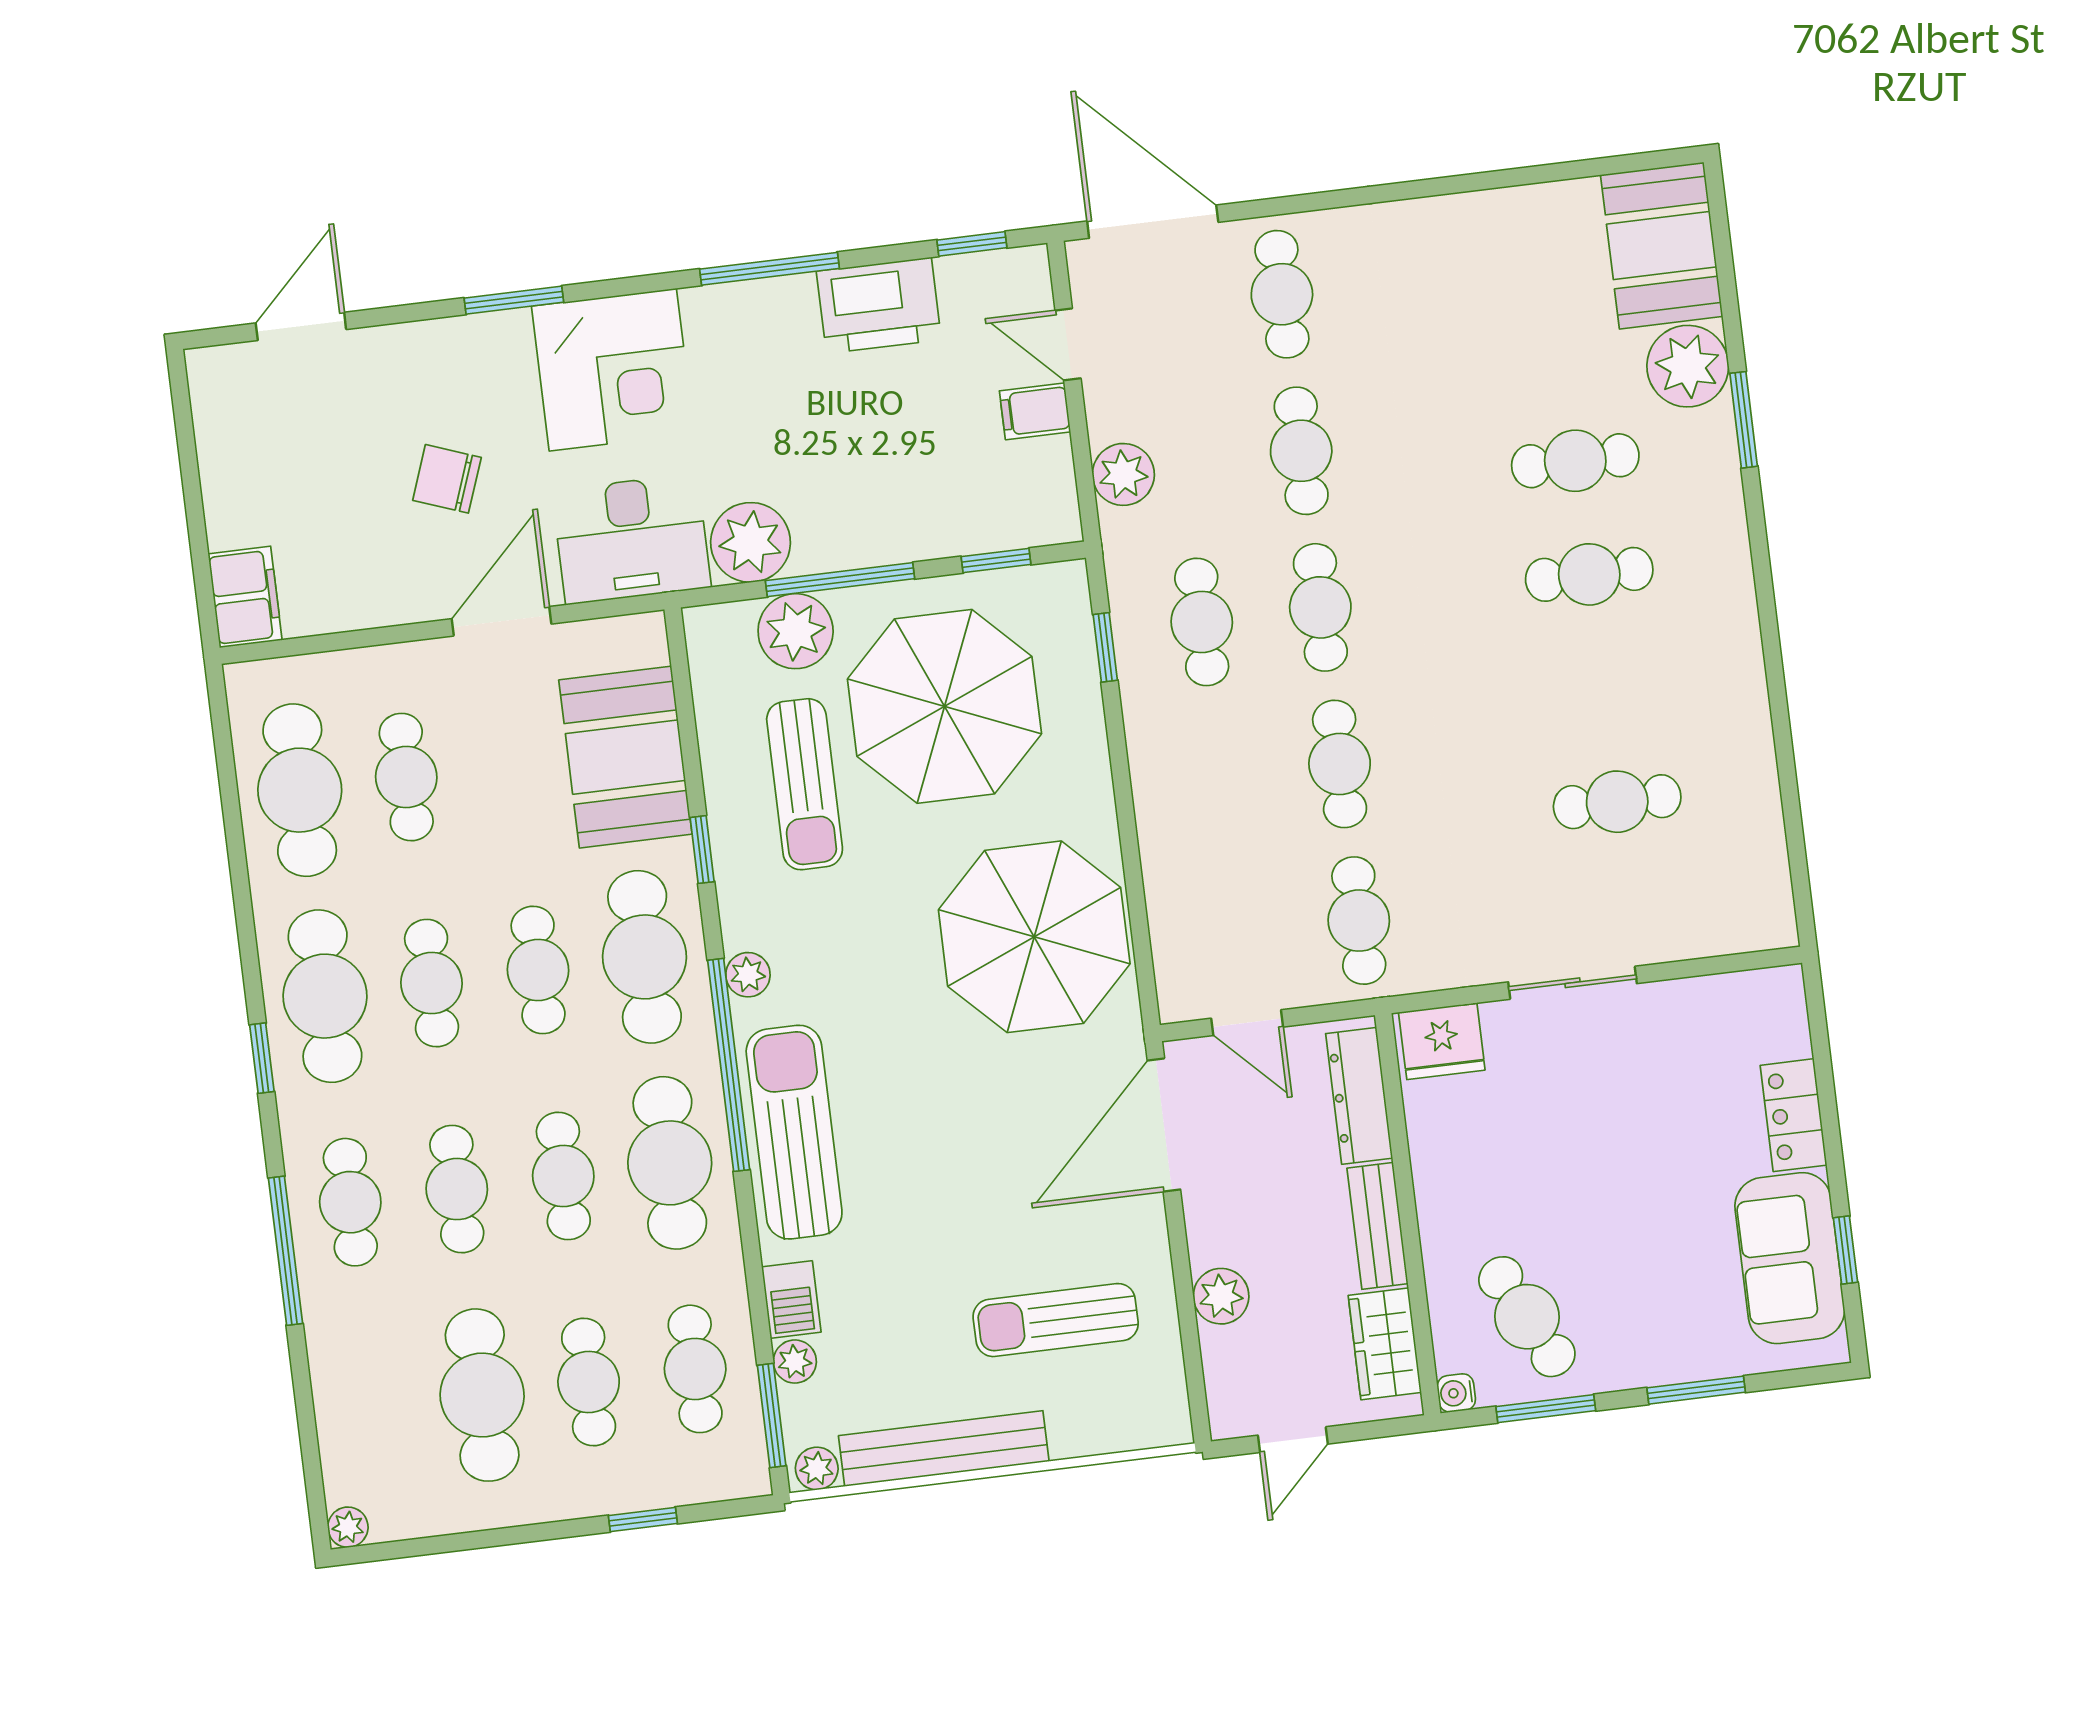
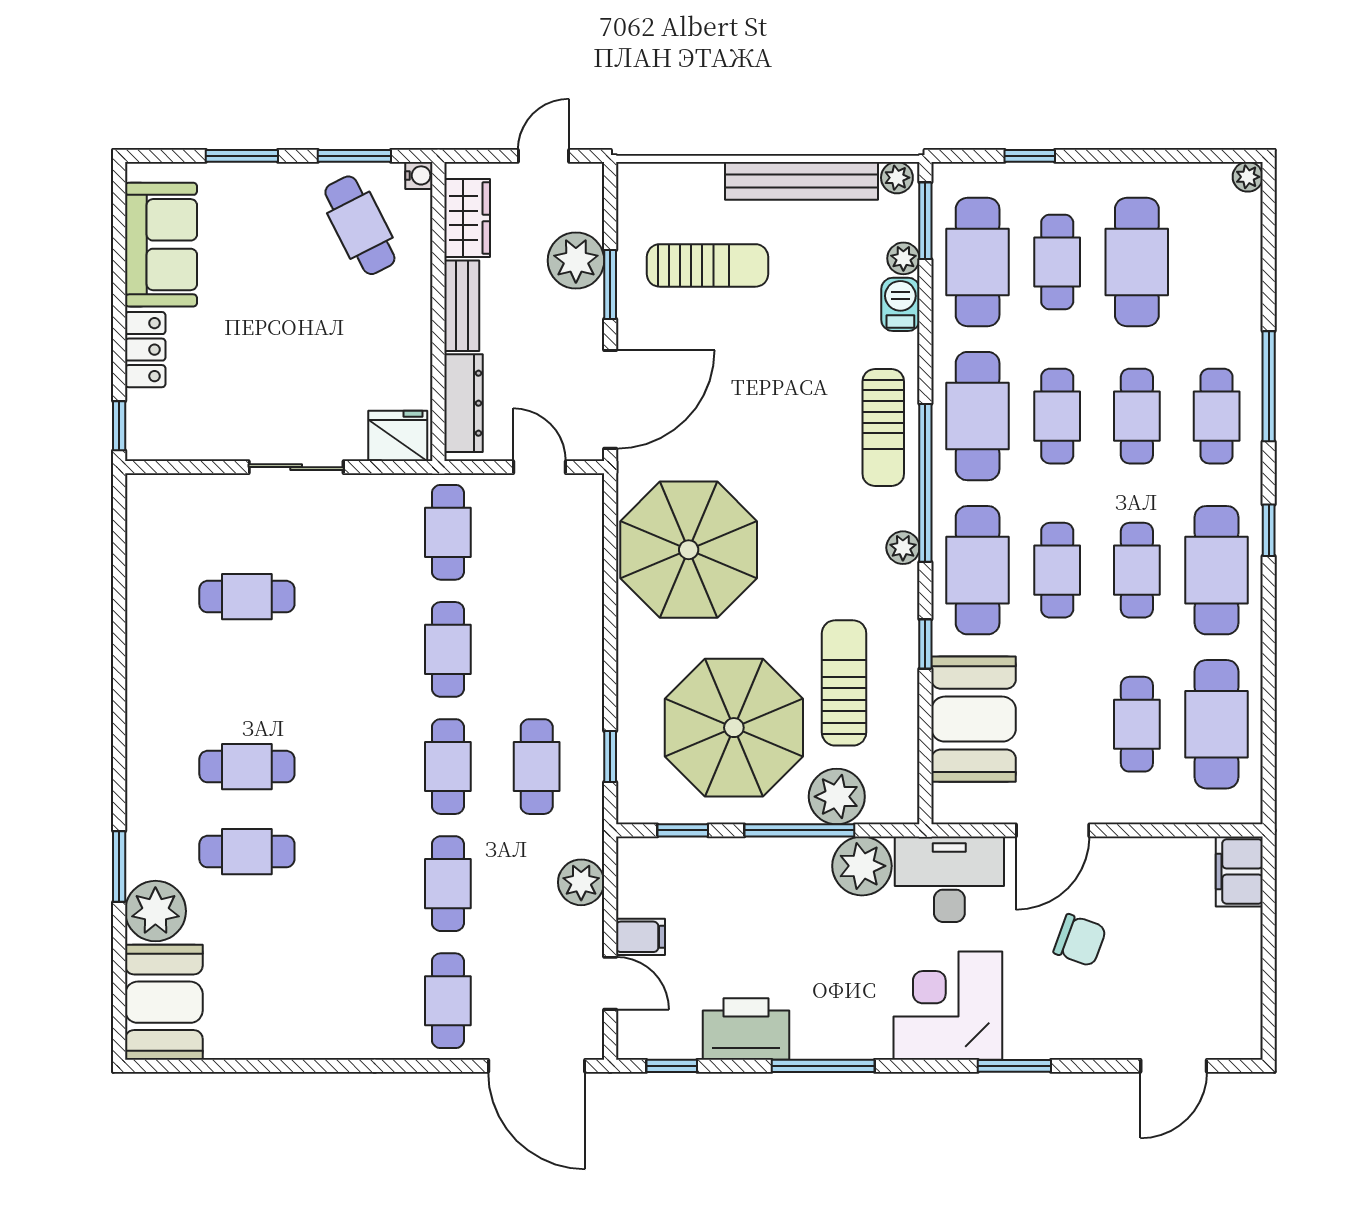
sun lounger: (794, 1132) -> (883, 428), width x0.73, depth x0.75
window: (1846, 1250) -> (119, 426), moved
window: (1183, 1279) -> (610, 285), added
plant: (1221, 1296) -> (576, 261), width x1.36, depth x1.36
cafe table: (695, 1369) -> (978, 262), width x1.37, depth x1.35

